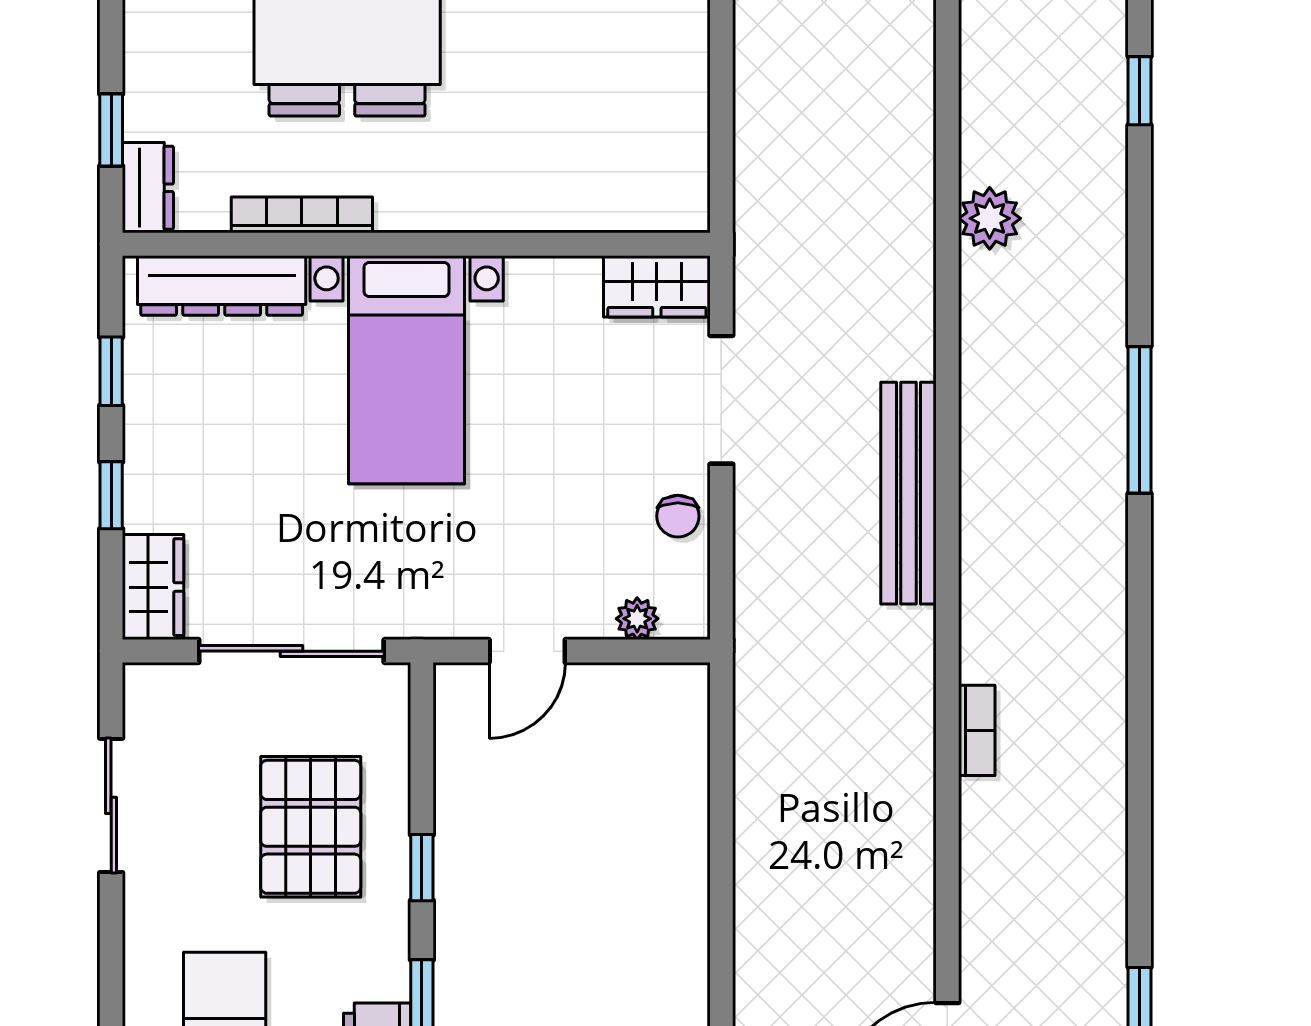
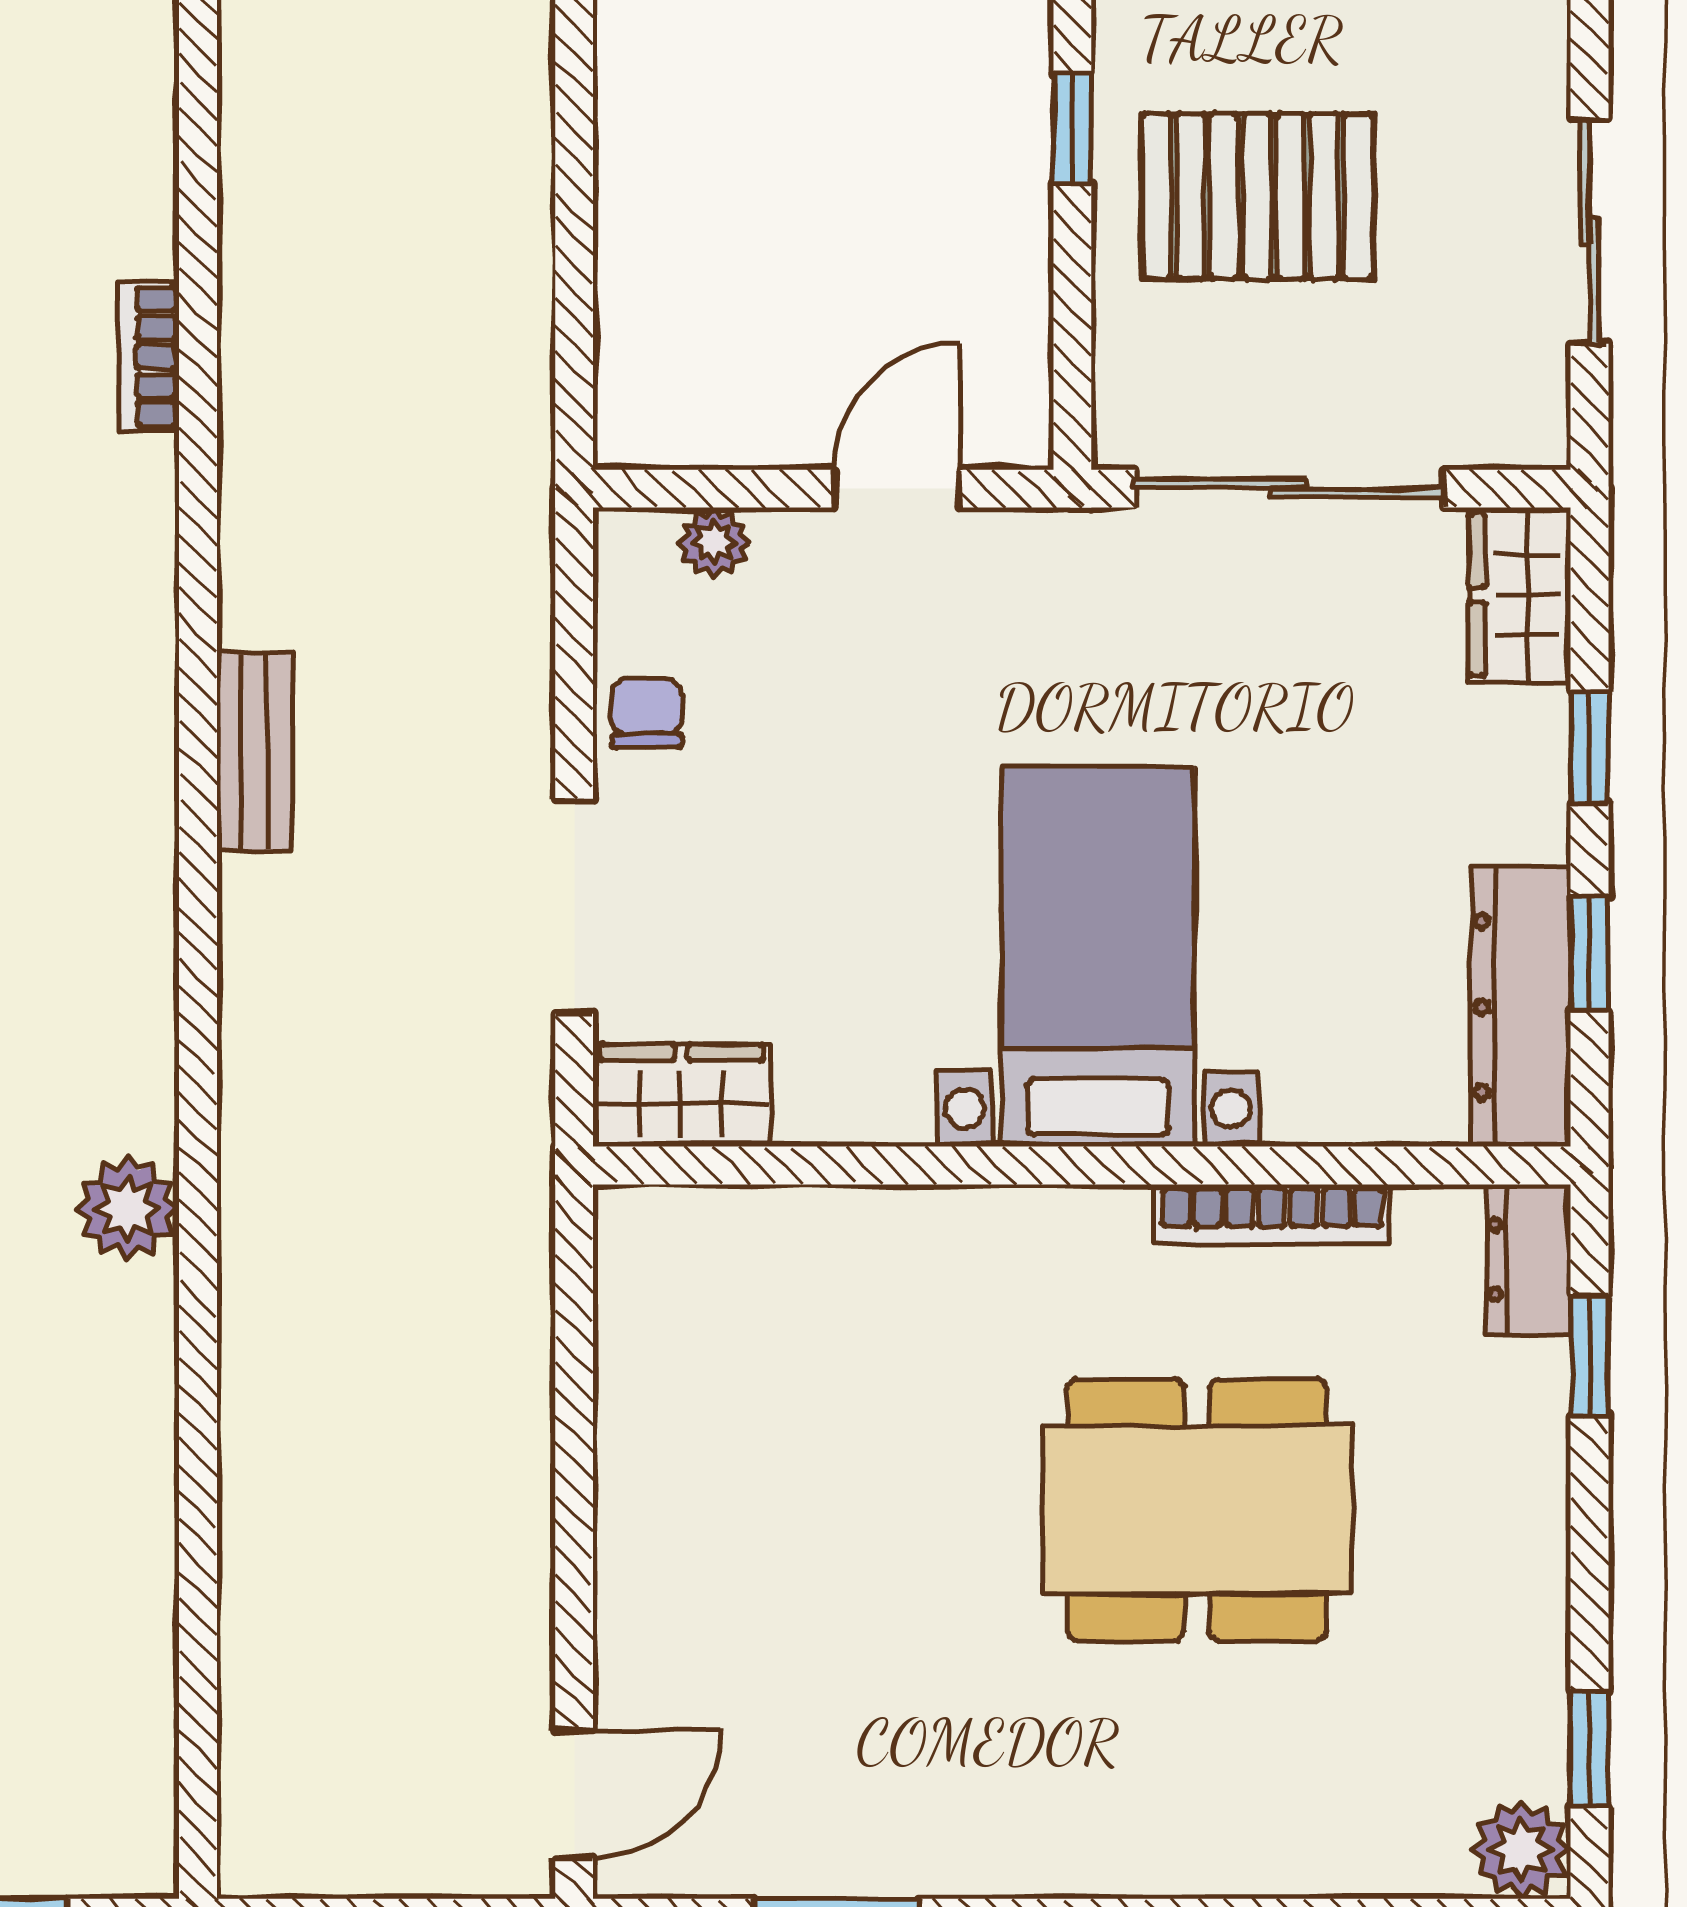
dresser: (222, 285) -> (1521, 1007), moved, turned -90
bench: (908, 493) -> (255, 751), width x0.54, depth x0.82
pallet: (311, 827) -> (1257, 196), turned 90

